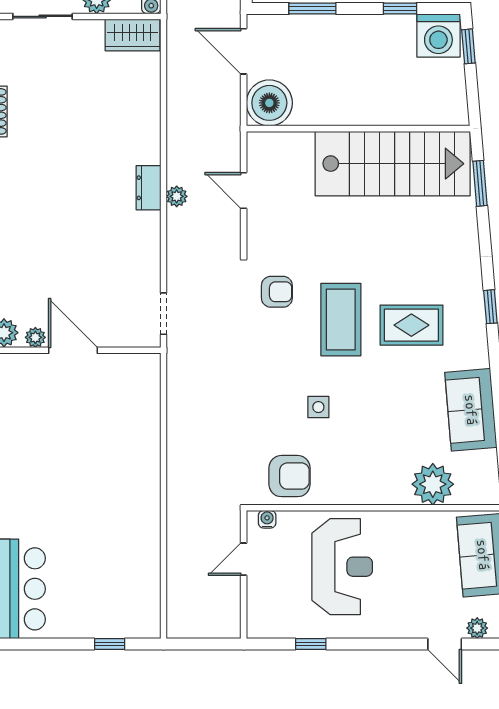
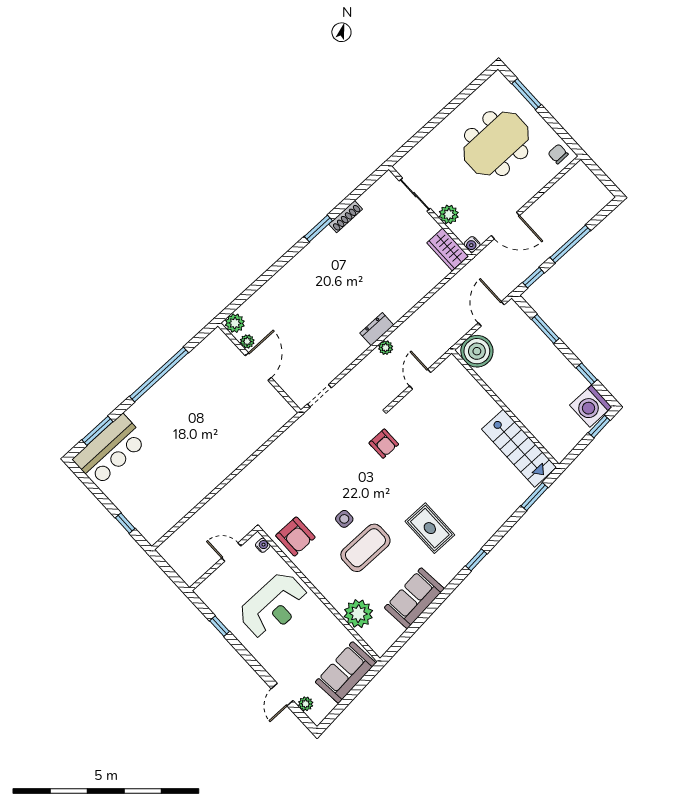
stairs: (393, 164) -> (519, 448), width x0.73, depth x0.66
coffee table: (341, 320) -> (365, 548), moved

